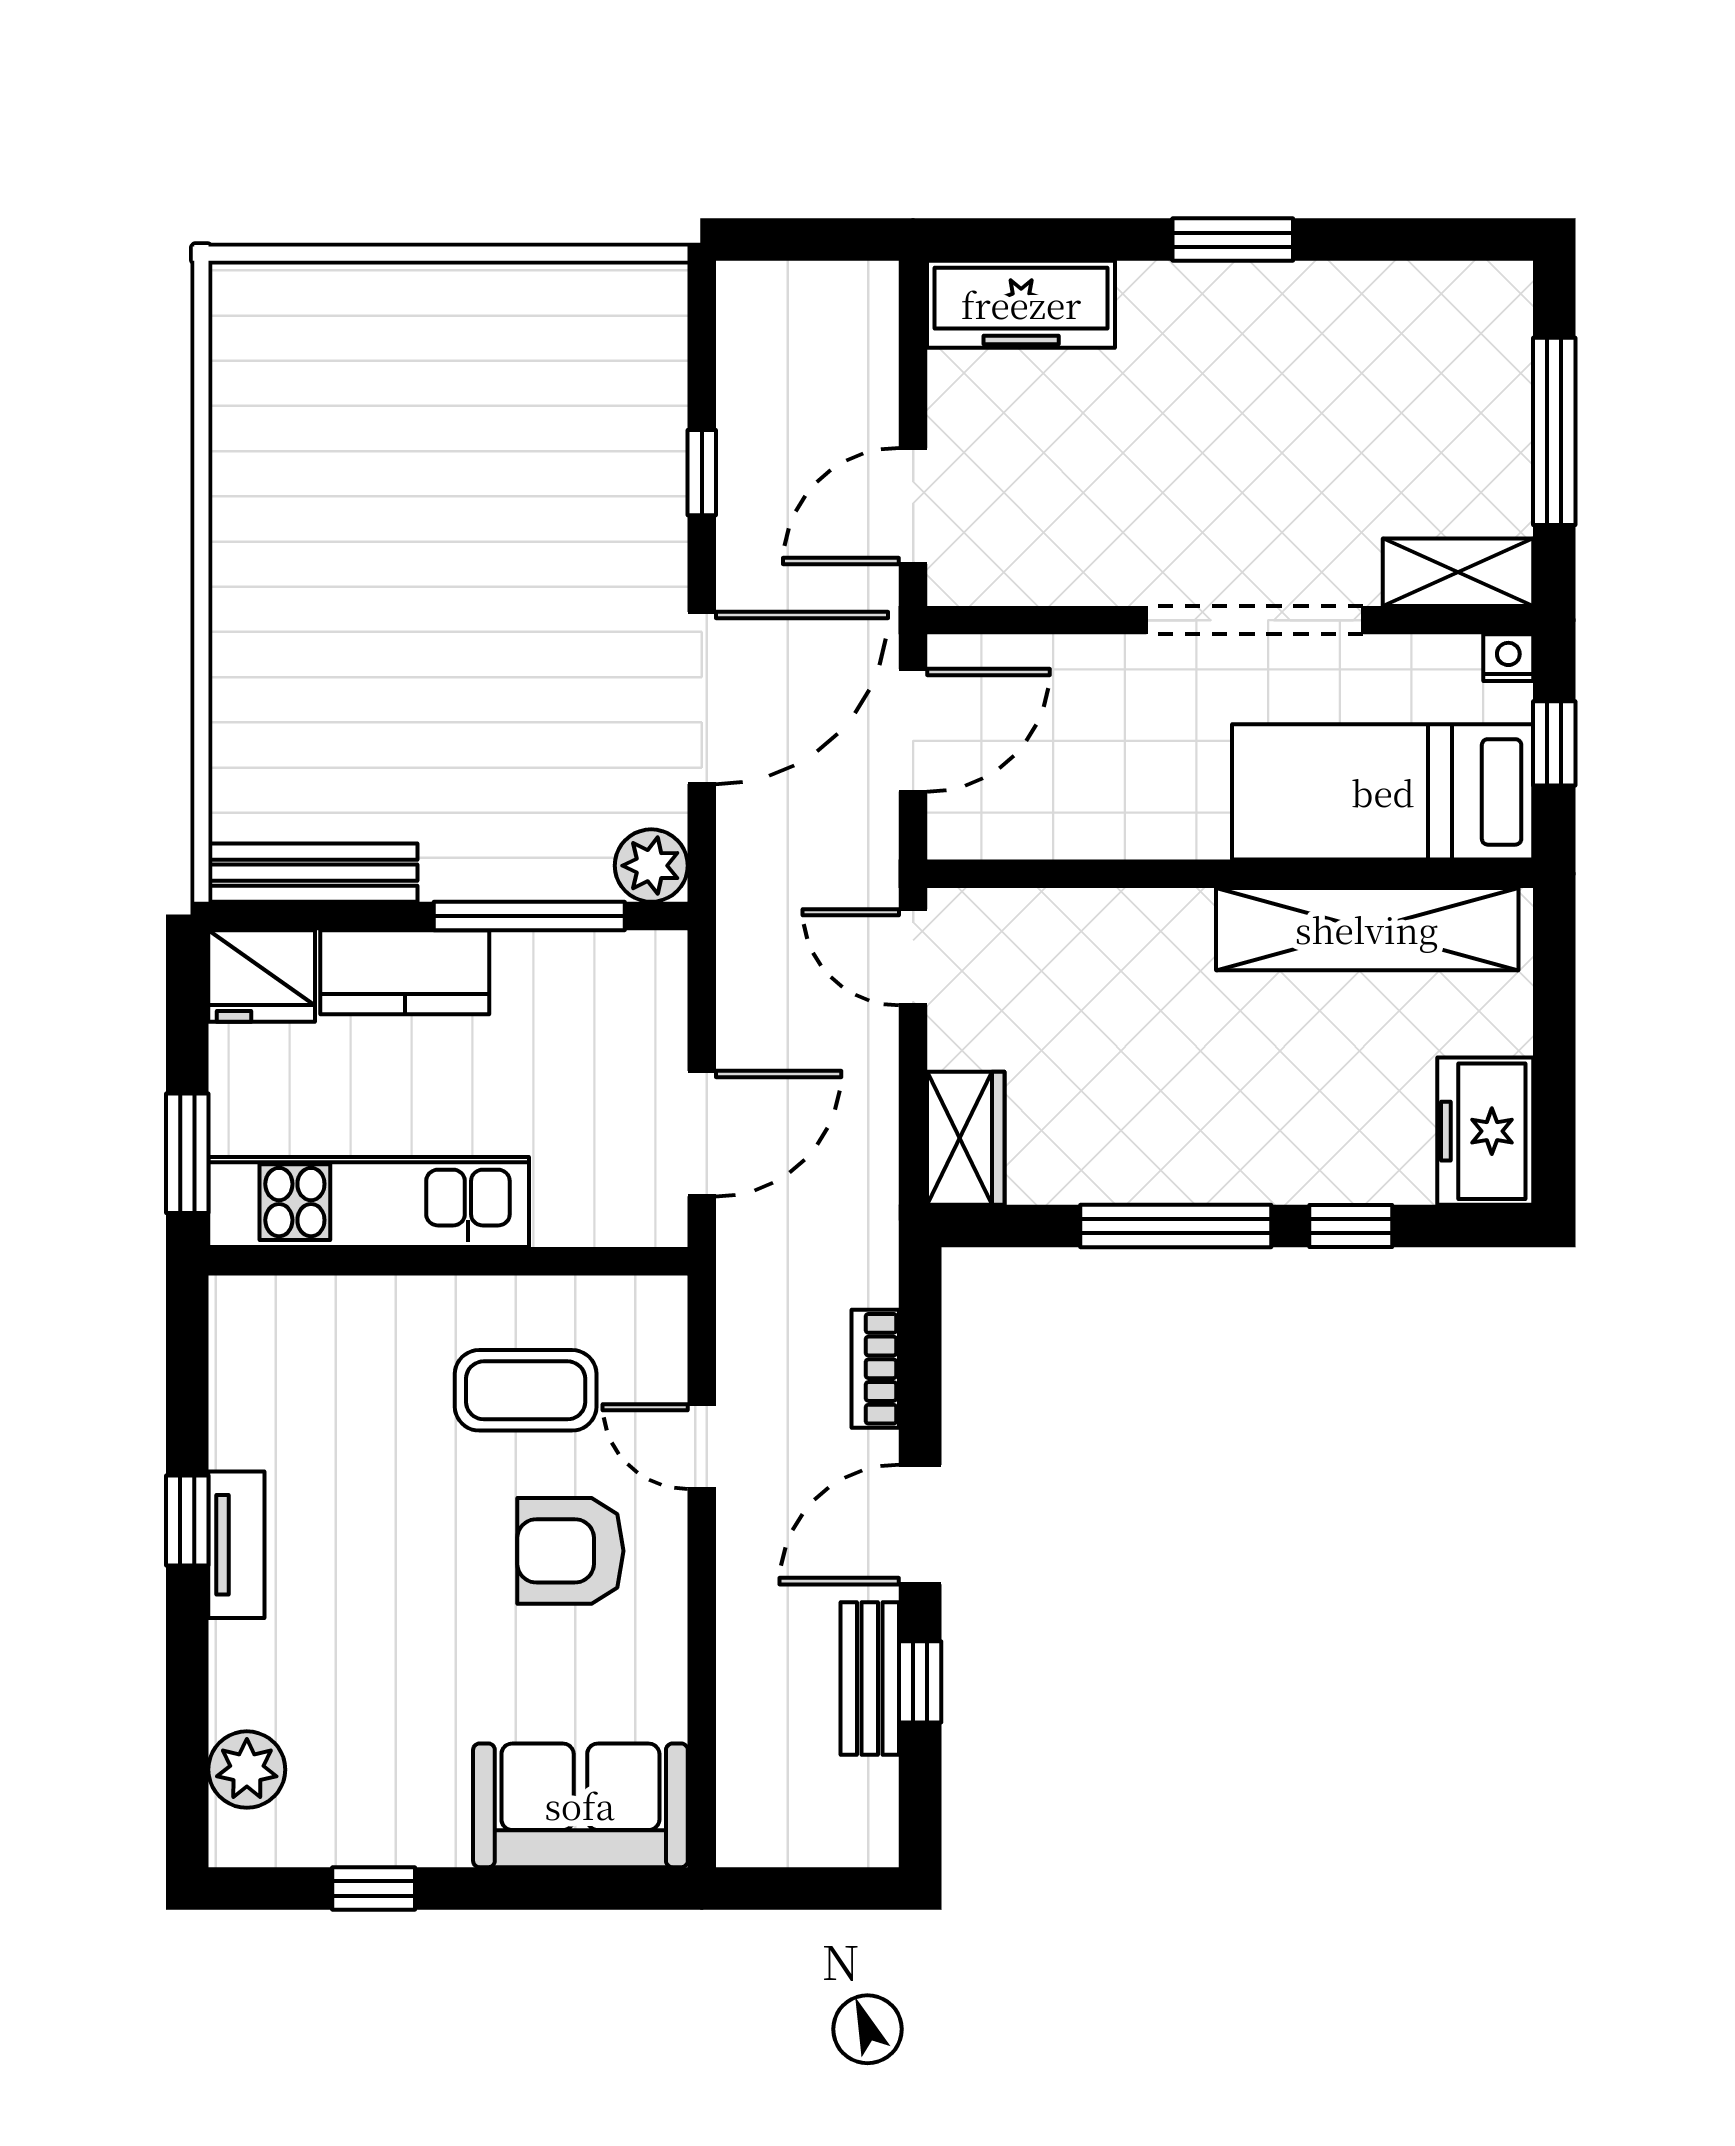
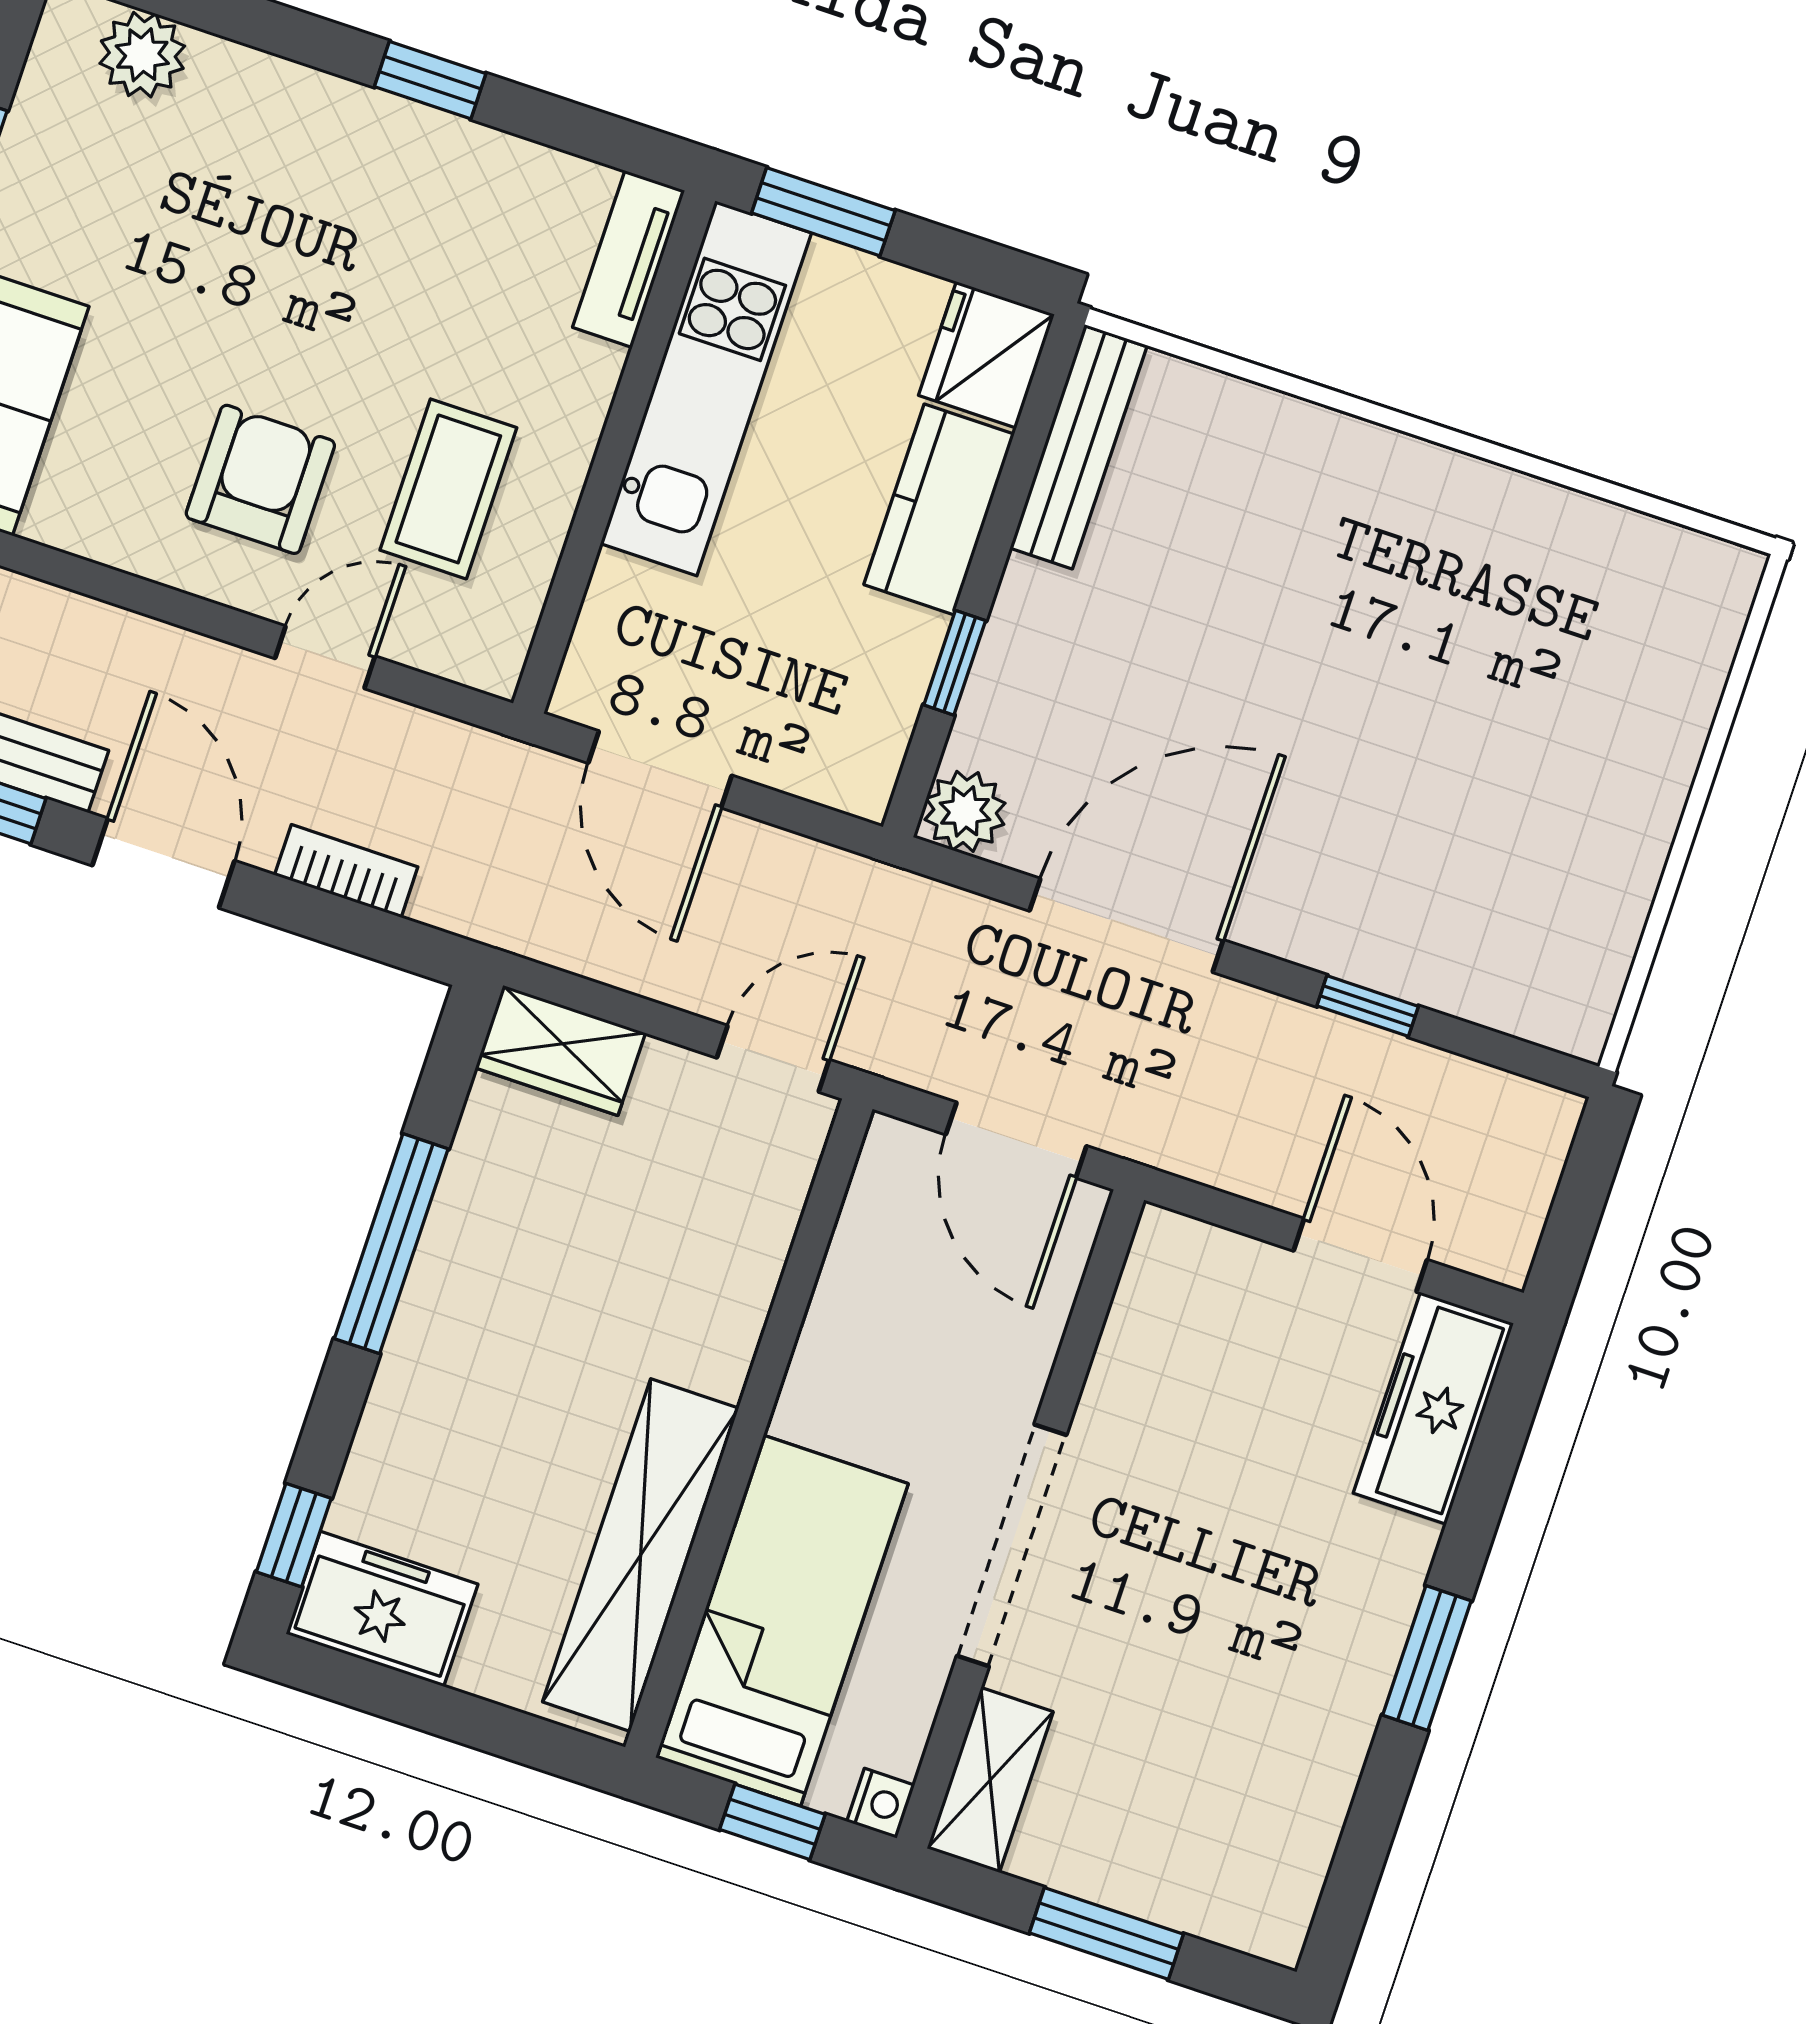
window: (1554, 431) -> (1106, 1934), width x0.69
door: (913, 506) -> (1360, 1255), moved
door: (702, 698) -> (1126, 925), swing flipped
window: (529, 916) -> (955, 663), width x0.46
window: (1351, 1226) -> (294, 1535), moved
tv unit: (236, 1545) -> (629, 259), moved, turned 90

